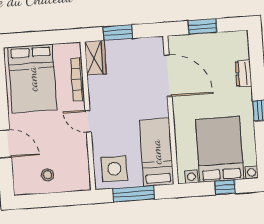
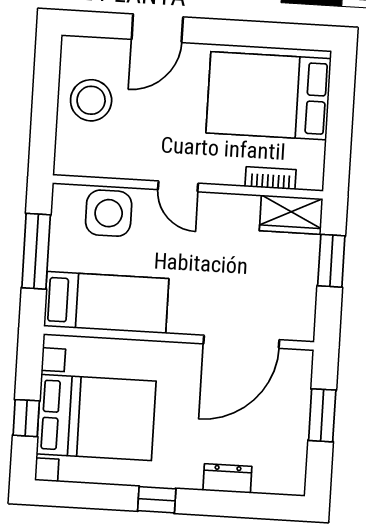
bookcase: (78, 79) -> (271, 178), width x0.64
door: (88, 121) -> (178, 186), swing flipped
side table: (114, 169) -> (109, 213), moved
stool: (48, 175) -> (91, 100), width x1.89, depth x1.89

